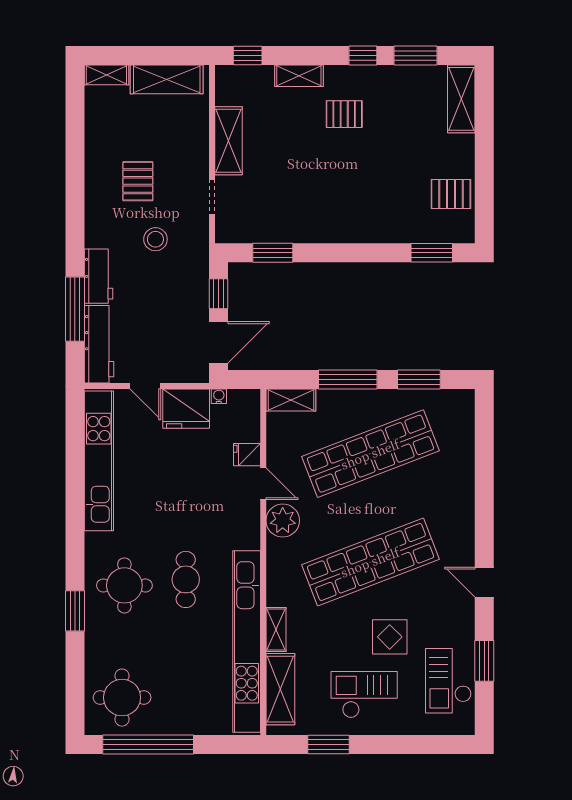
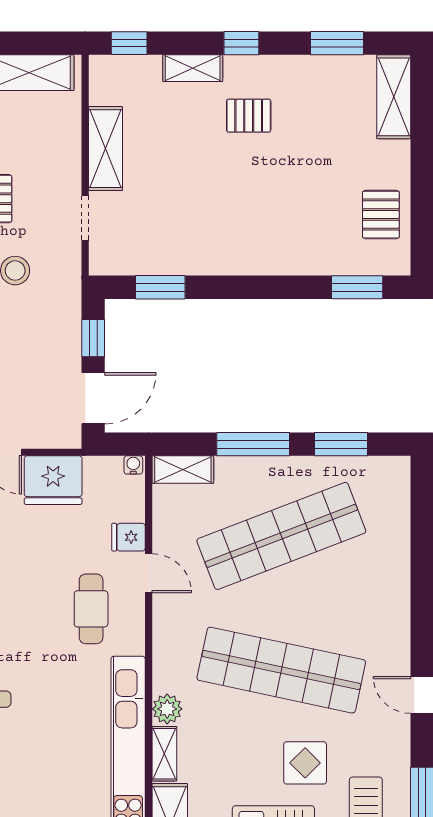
window: (363, 56) -> (241, 43), moved
pallet: (451, 194) -> (381, 215), turned 90
water cooler: (219, 396) -> (133, 465), moved
plant: (283, 521) -> (167, 709), moved, width x0.73, depth x0.73
shop shelf: (370, 562) -> (281, 670), turned 33
cafe table: (186, 579) -> (91, 609), moved

